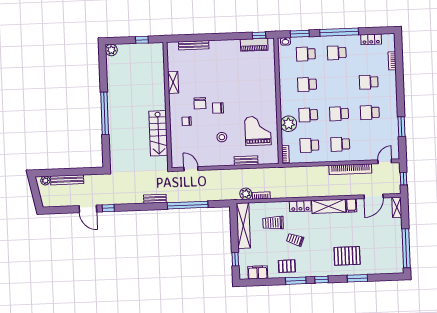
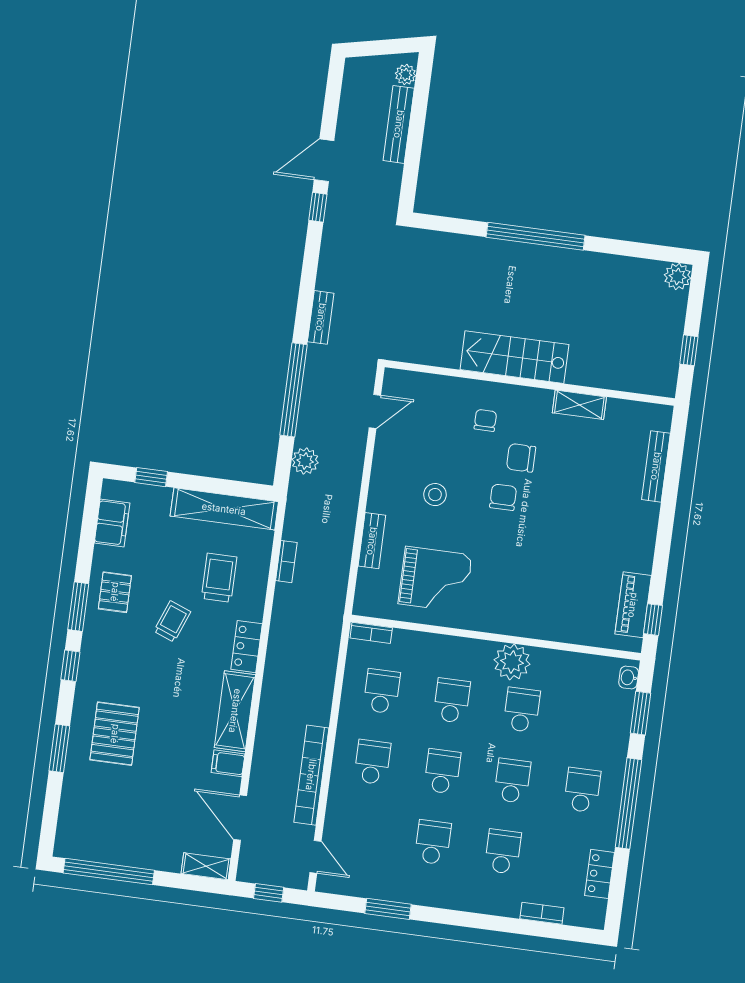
school desk: (306, 54) -> (512, 781), moved
plant: (289, 124) -> (512, 662), moved
stairs: (158, 133) -> (514, 357), moved
plant: (246, 194) -> (305, 461), moved

